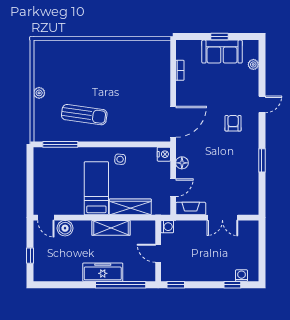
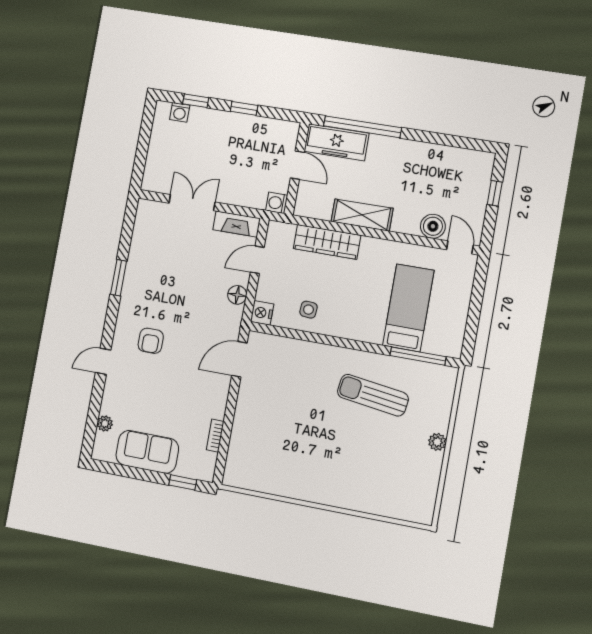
window: (220, 37) -> (183, 482), moved
door: (173, 122) -> (239, 359), width x0.73
side table: (120, 159) -> (309, 310), moved
bed: (96, 188) -> (408, 308), moved, turned 180
freezer: (103, 272) -> (336, 142), moved
window: (176, 285) -> (244, 108), moved

